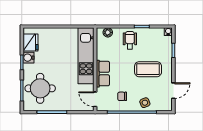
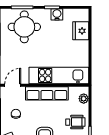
fridge: (30, 43) -> (81, 31), moved, turned 90
row of seats: (103, 74) -> (47, 93), width x1.48

